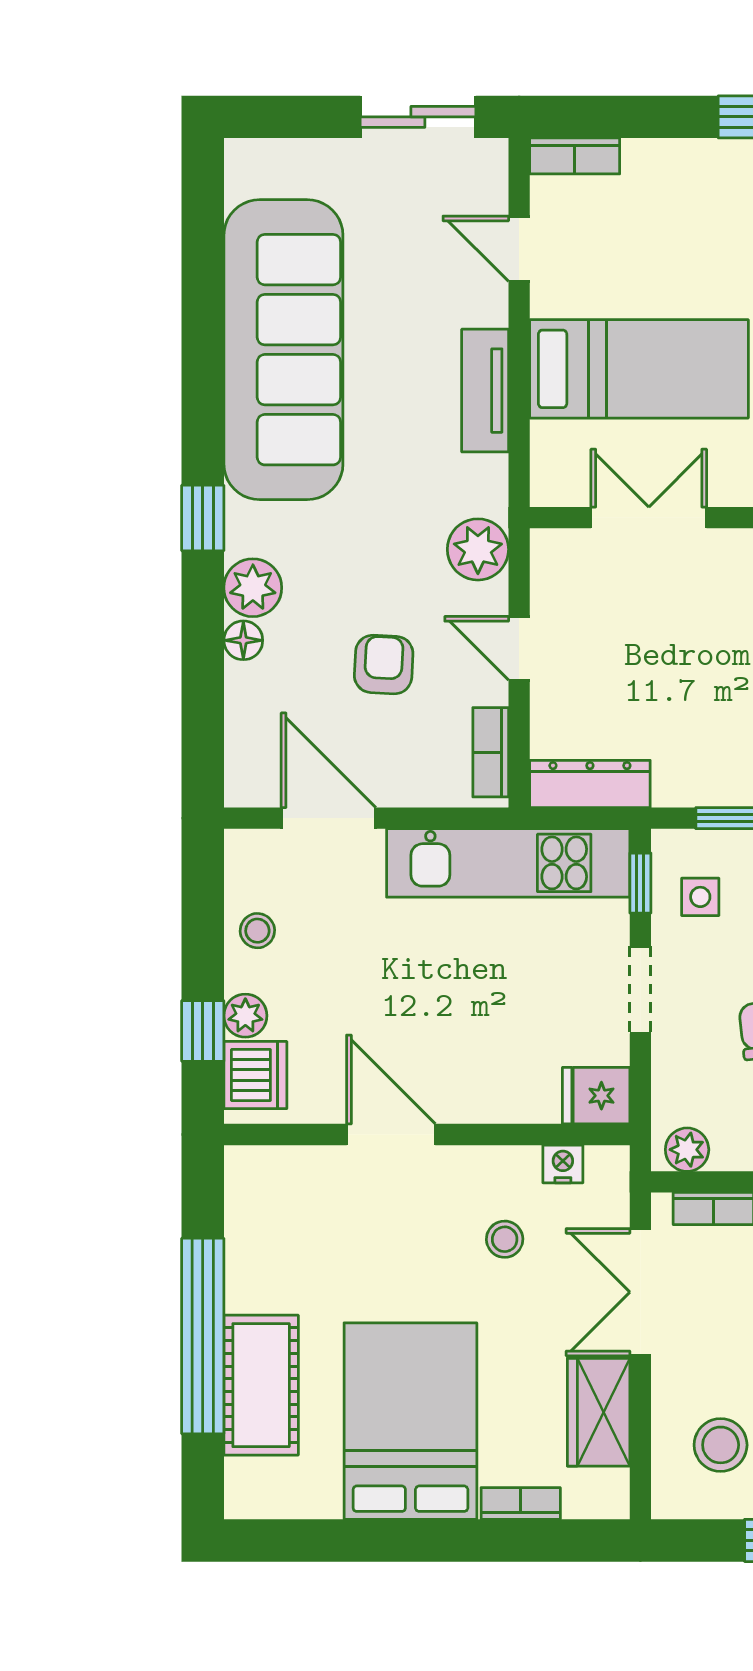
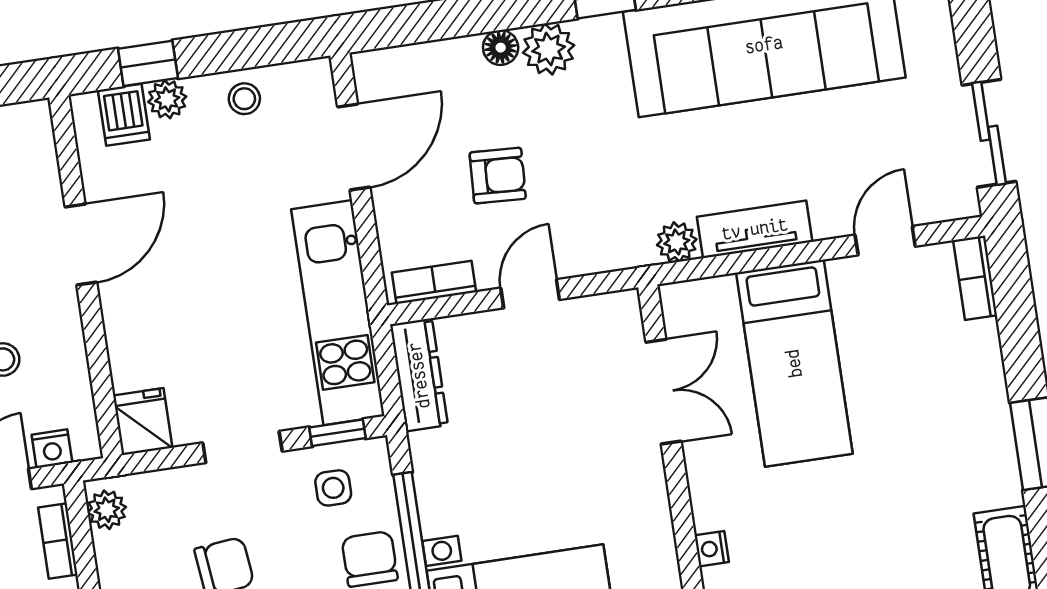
plant: (478, 549) -> (677, 242), moved, width x0.73, depth x0.73
dishwasher: (255, 1075) -> (124, 115), width x0.73
nightstand: (563, 1164) -> (52, 449), moved, turned 90

